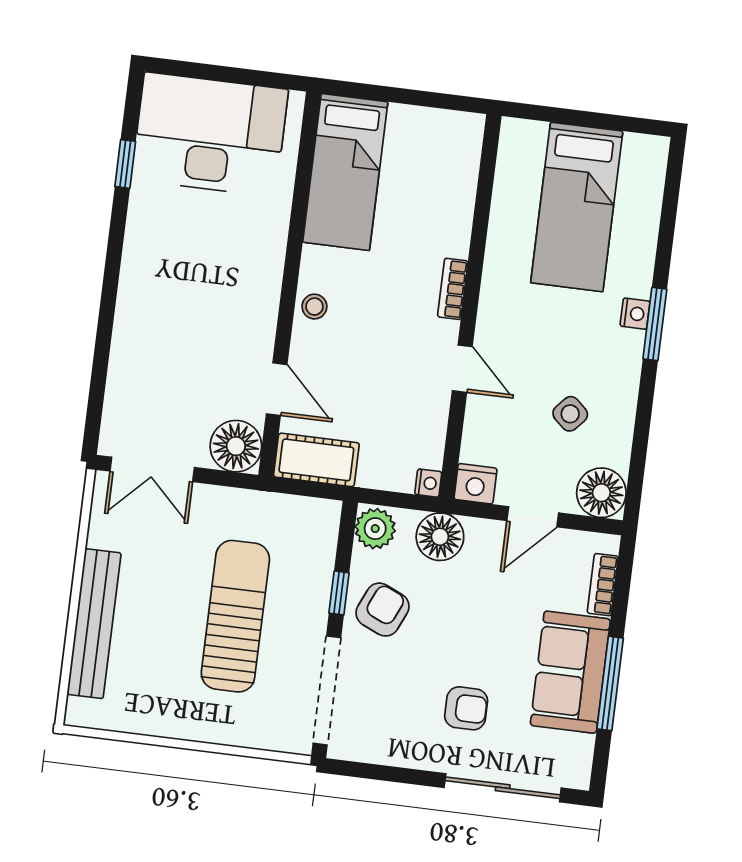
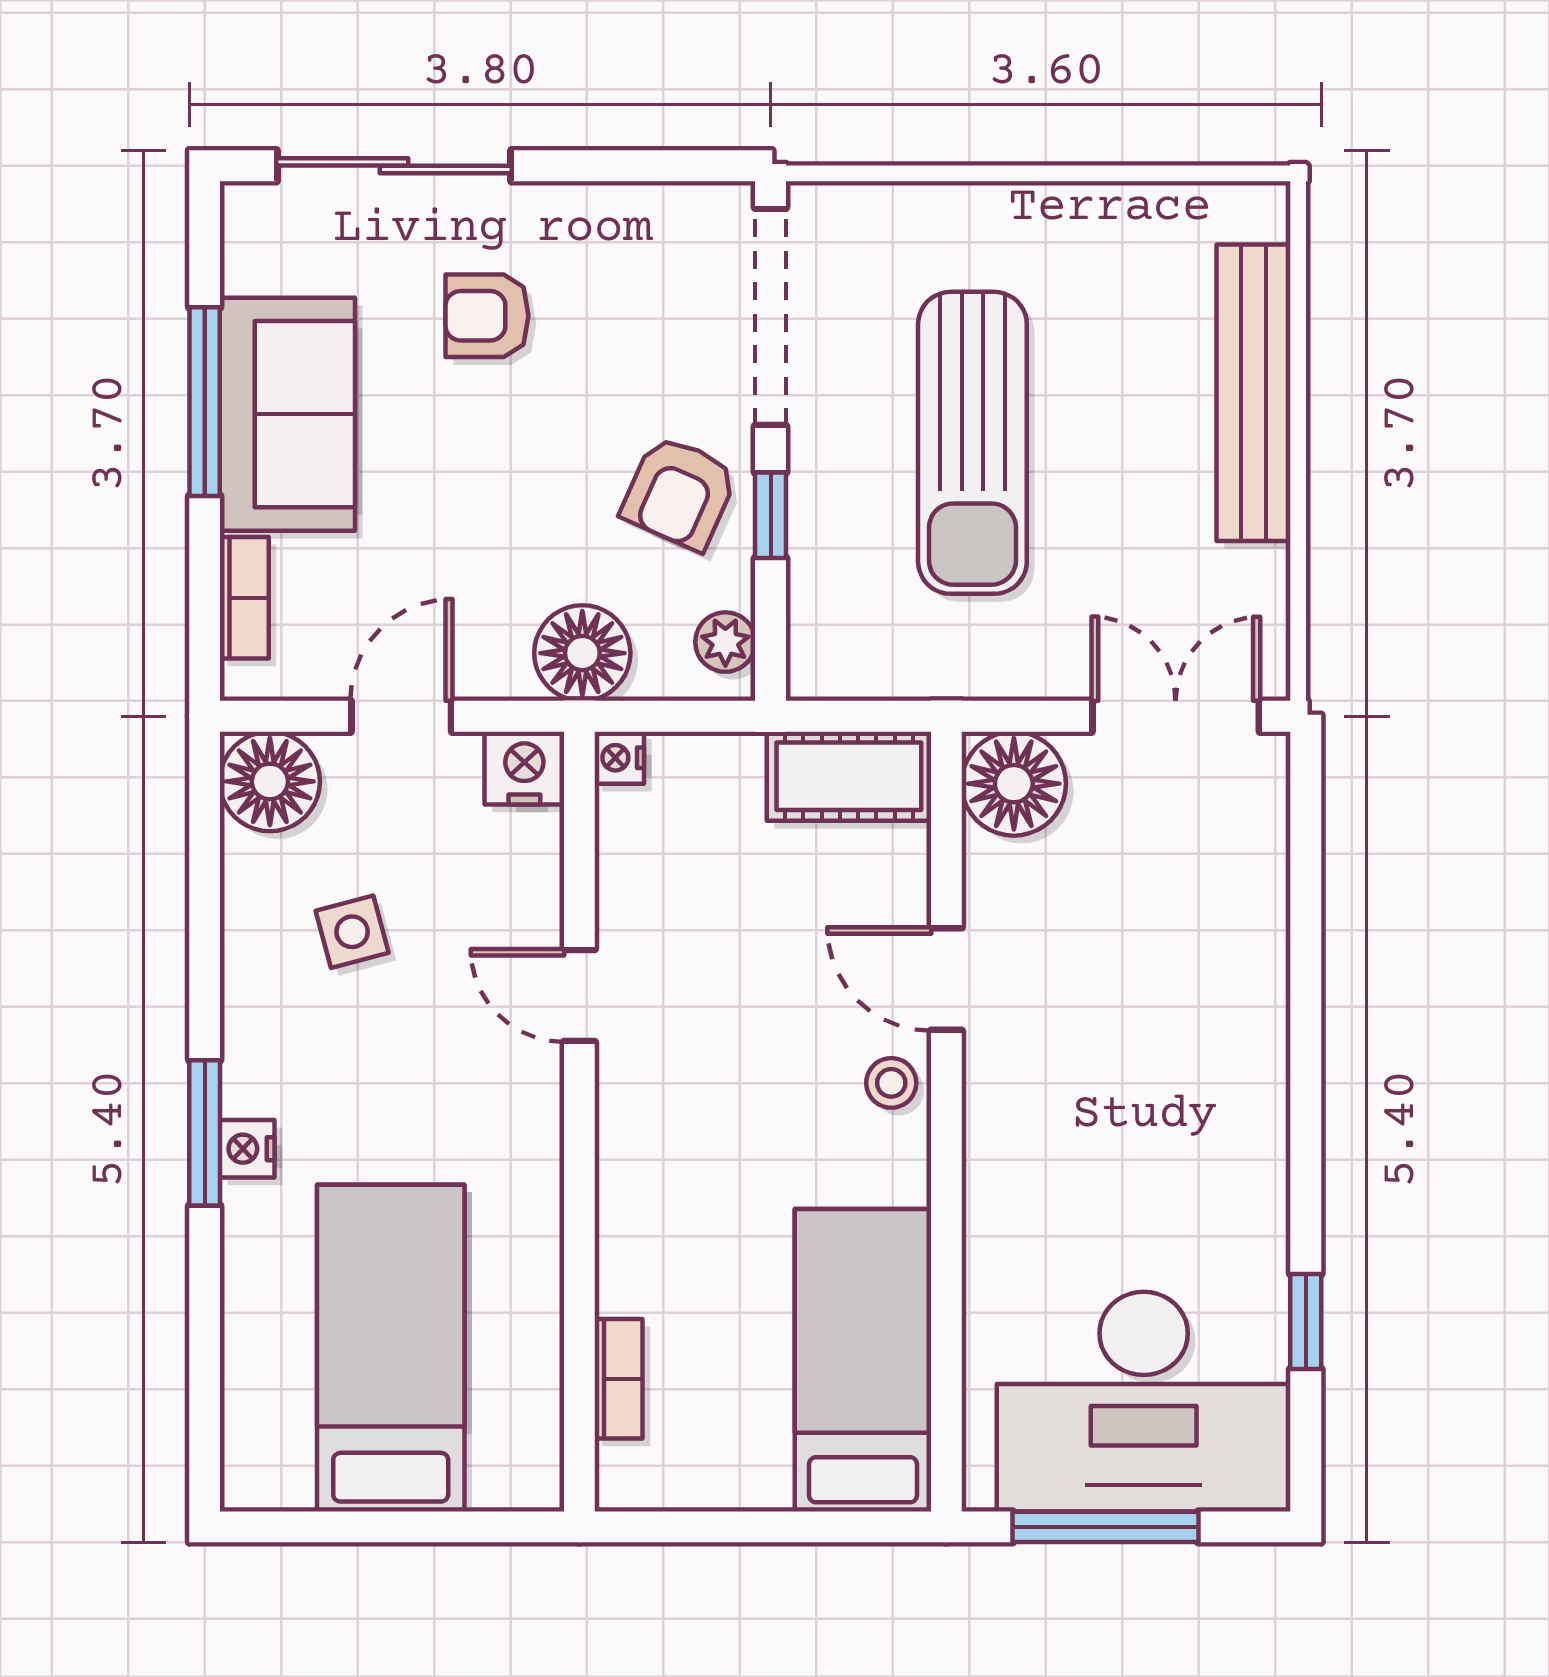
window: (236, 75) -> (1106, 1527), added
bookcase: (453, 289) -> (619, 1379), moved
door: (277, 389) -> (946, 979), moved
side table: (570, 414) -> (352, 932), turned 33
plant: (375, 529) -> (725, 642), width x0.73, depth x0.73

